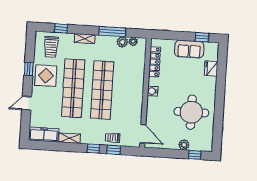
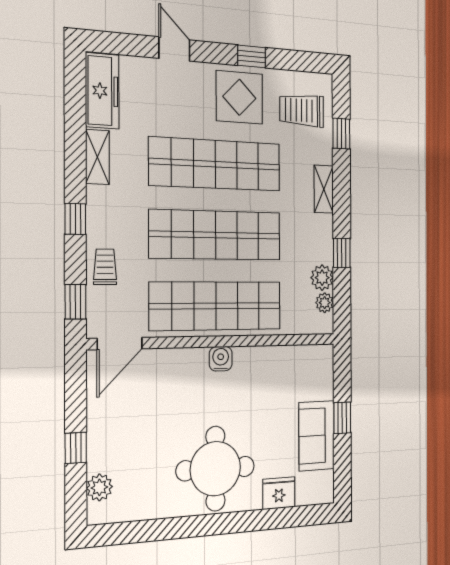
window: (112, 32) -> (342, 253), width x0.46
window: (202, 37) -> (342, 418), moved
locker: (155, 62) -> (285, 357), removed
shop shelf: (131, 92) -> (216, 306), added
round table: (191, 112) -> (215, 469), moved
plant: (184, 145) -> (99, 487), moved
window: (114, 150) -> (75, 302), moved
window: (195, 155) -> (76, 448), moved

